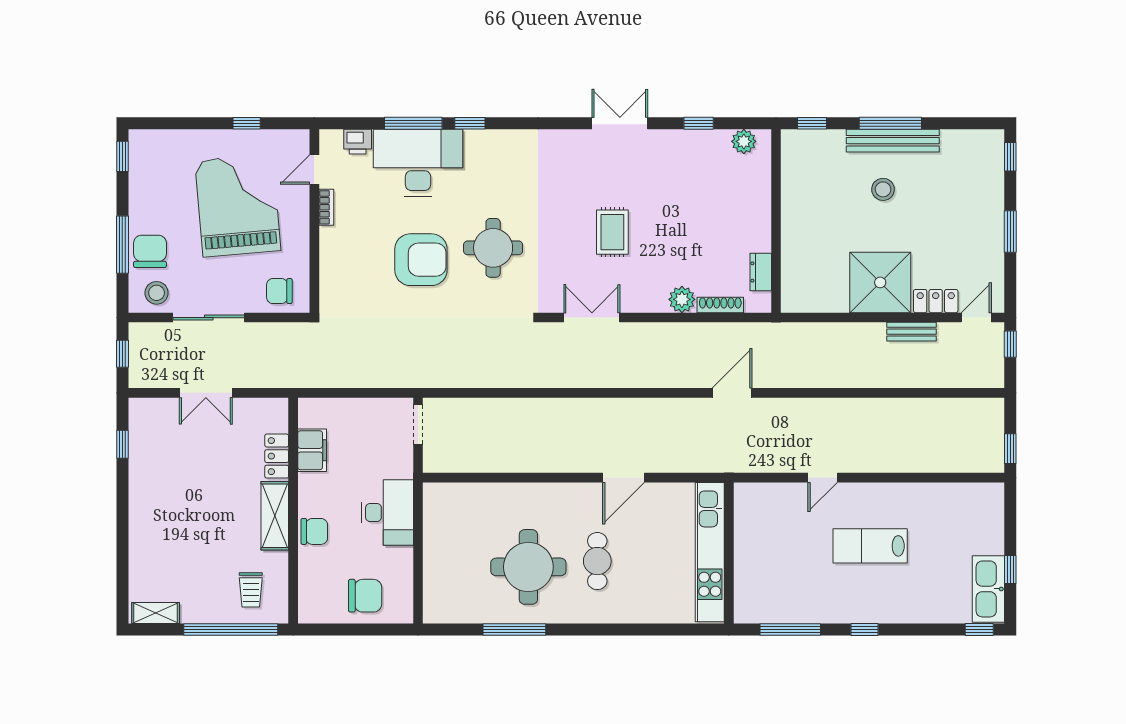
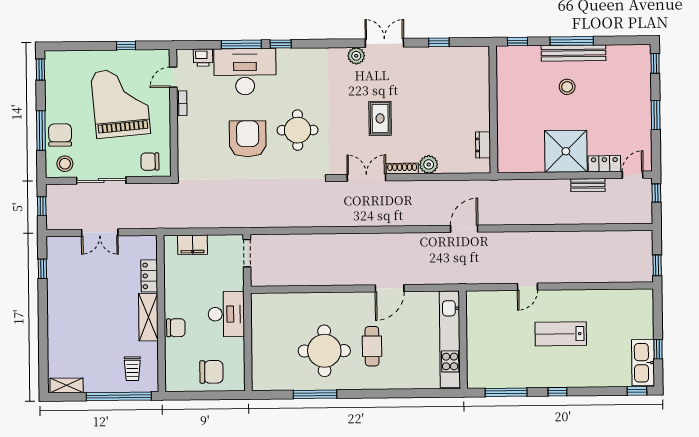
plant: (744, 141) -> (356, 56), moved
armchair: (421, 260) -> (248, 139), turned -90
shoe rack: (720, 305) -> (402, 169), moved
filing cabinet: (312, 450) -> (193, 245), moved, turned 90

